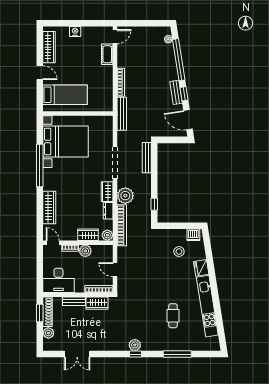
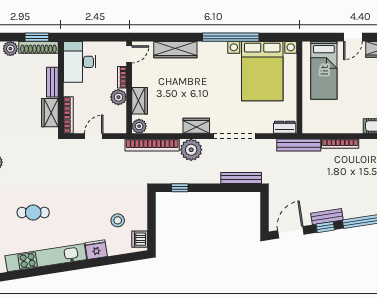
dresser: (108, 211) -> (285, 127), moved

